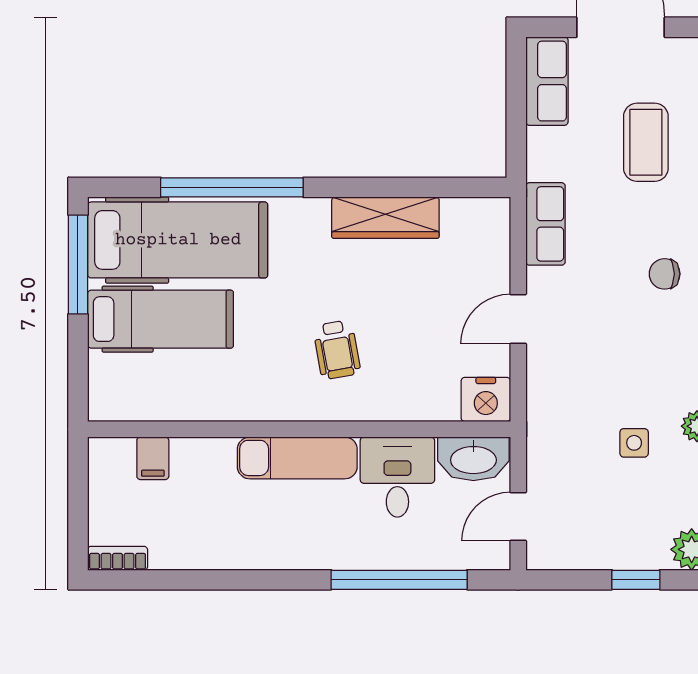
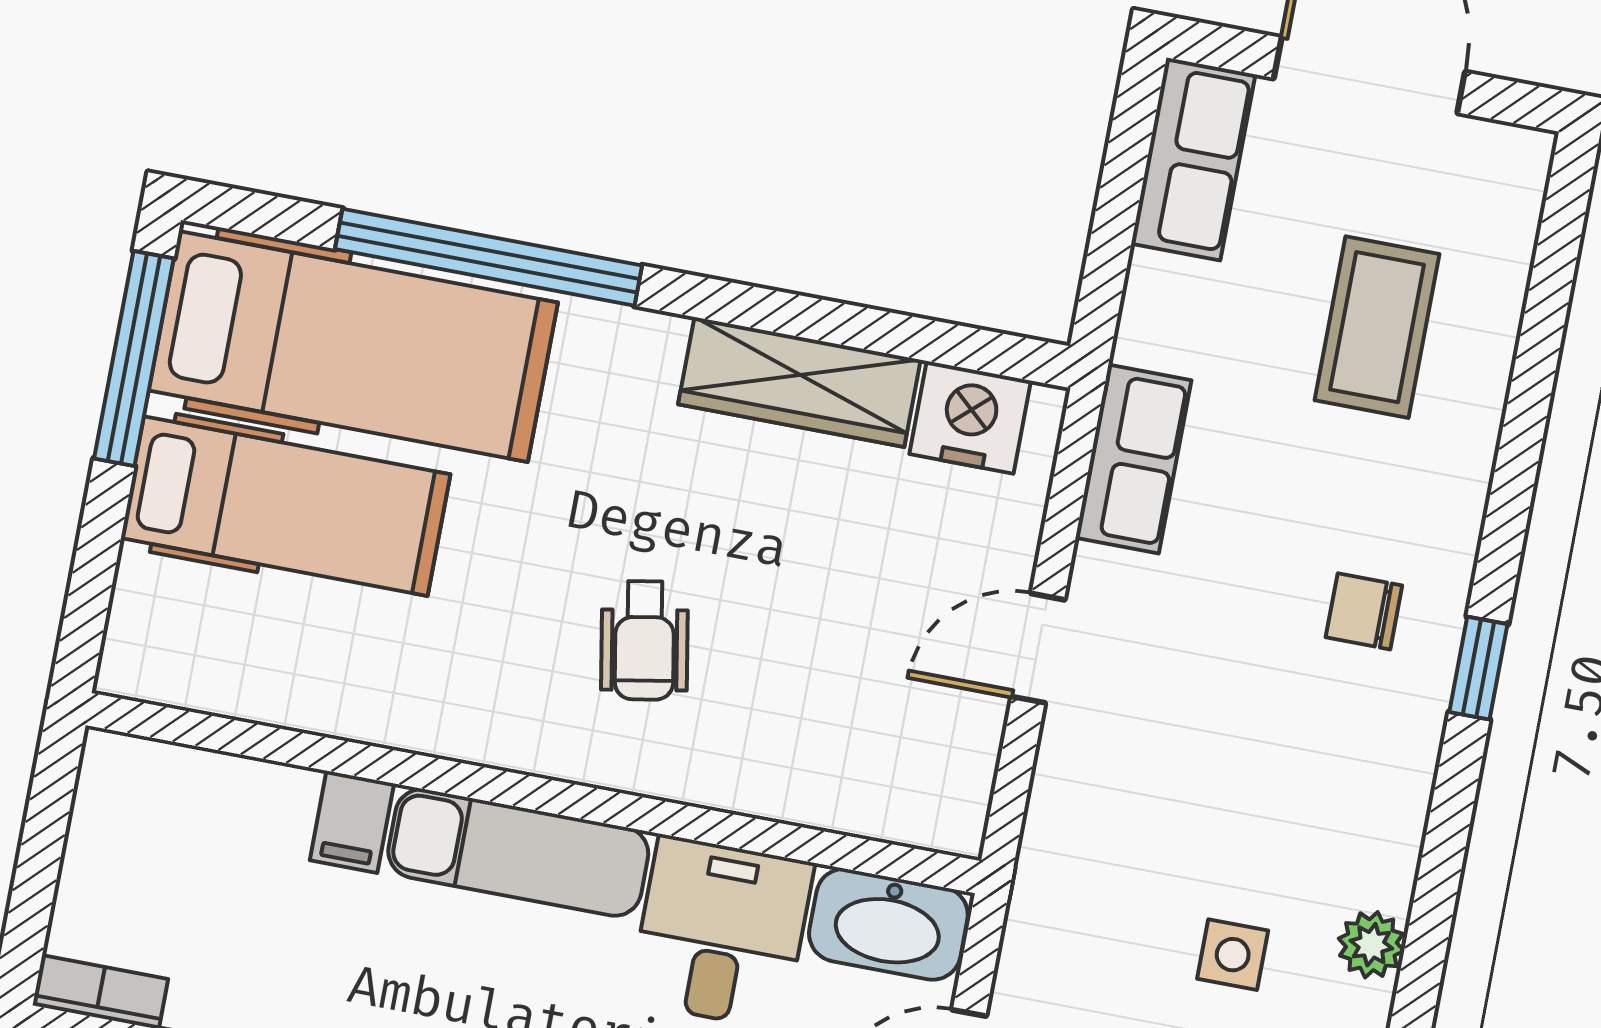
nightstand: (486, 399) -> (970, 417), moved, turned 180
filing cabinet: (153, 458) -> (352, 822), moved

